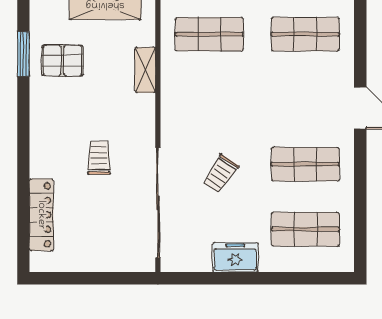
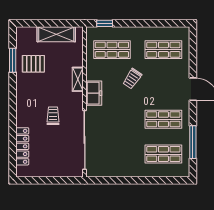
shelving: (145, 70) -> (78, 79), moved
trolley: (221, 174) -> (132, 79), moved
window: (360, 207) -> (193, 142), added
freezer: (235, 257) -> (94, 93), moved, turned 90

